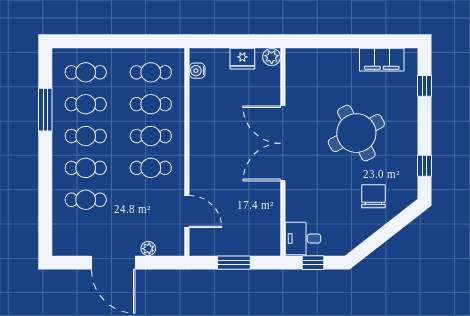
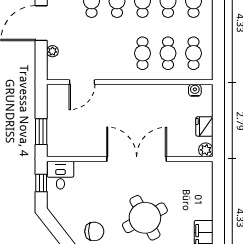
cafe table: (151, 168) -> (117, 53), removed
window: (234, 263) -> (41, 132), moved

